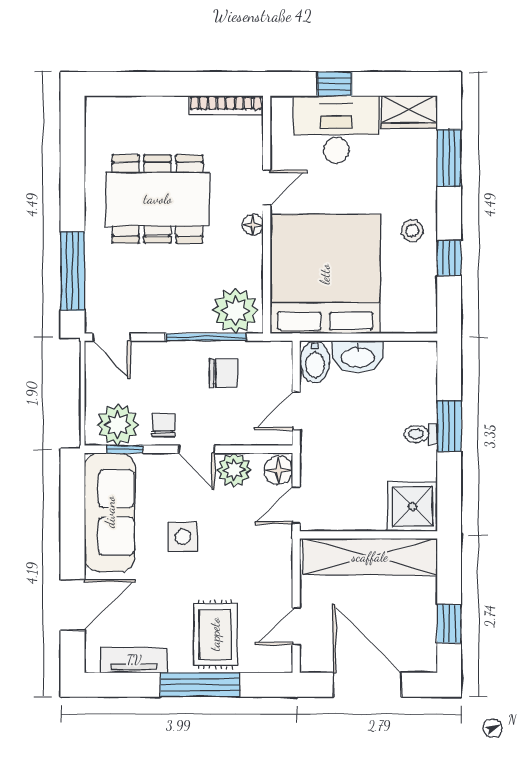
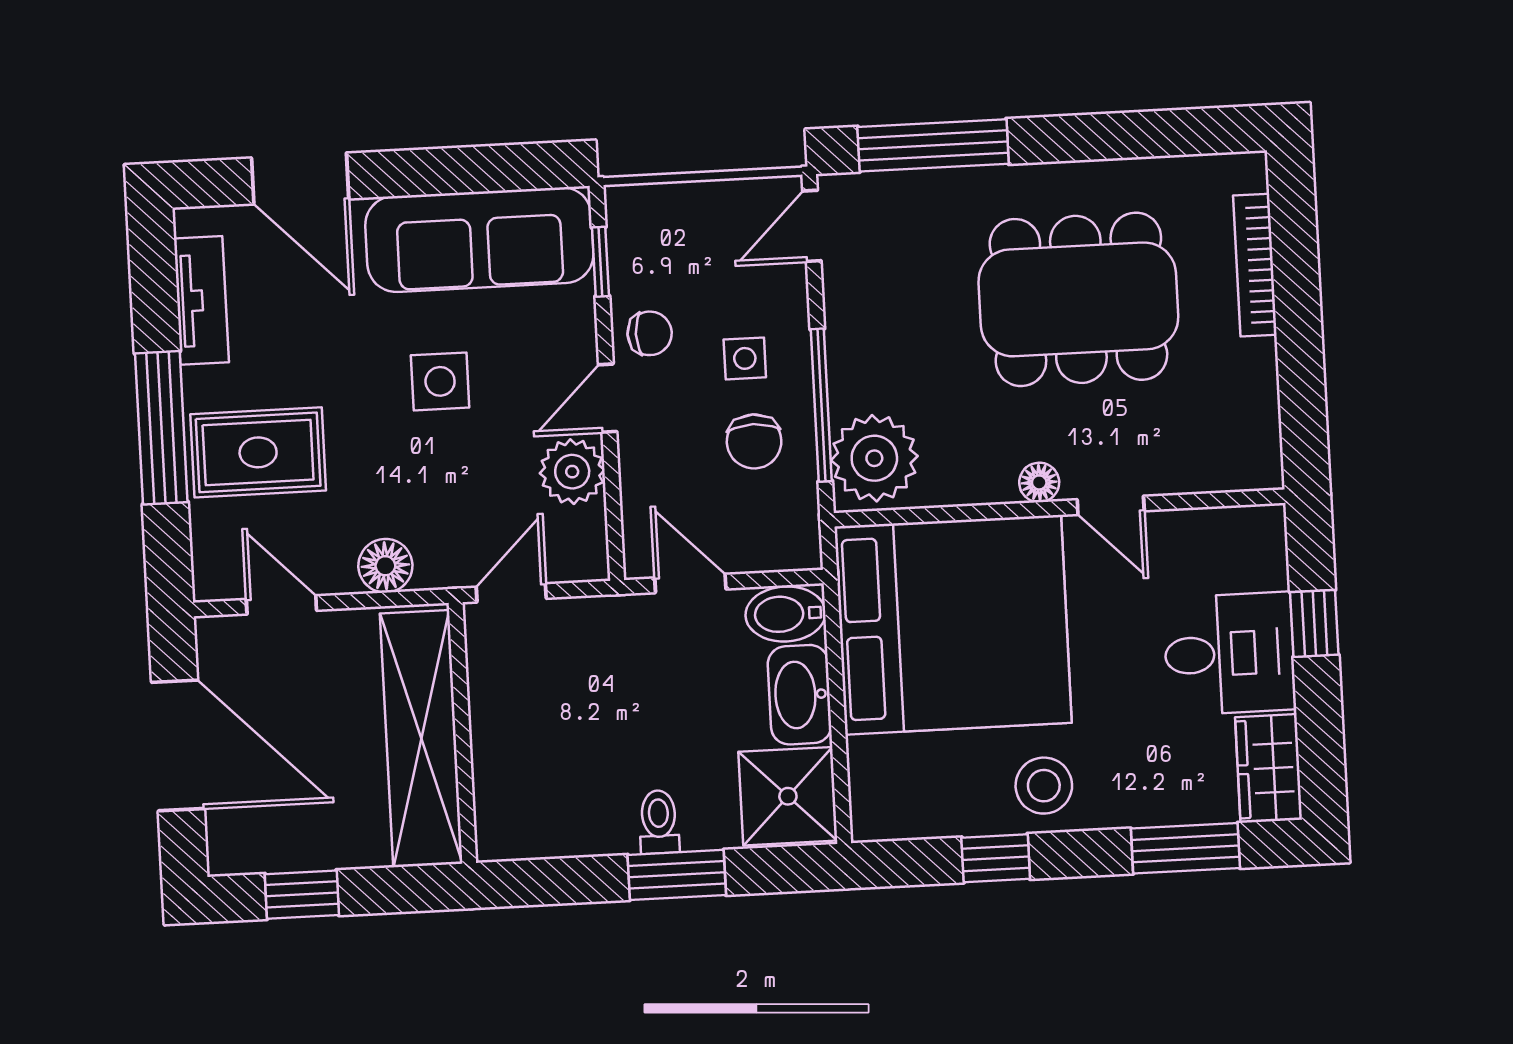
bookcase: (226, 105) -> (1255, 265), moved
desk: (336, 129) -> (1229, 654), width x0.73
dining table: (158, 199) -> (1078, 299), turned 90
stool: (412, 231) -> (1044, 786), width x1.37, depth x1.37
side table: (179, 376) -> (745, 358), added
plant: (118, 425) -> (646, 247), removed
floor lamp: (278, 470) -> (385, 566), moved
door: (296, 505) -> (511, 593), hinge flipped
shower: (412, 506) -> (788, 796), moved
door: (367, 685) -> (178, 745), hinge flipped

